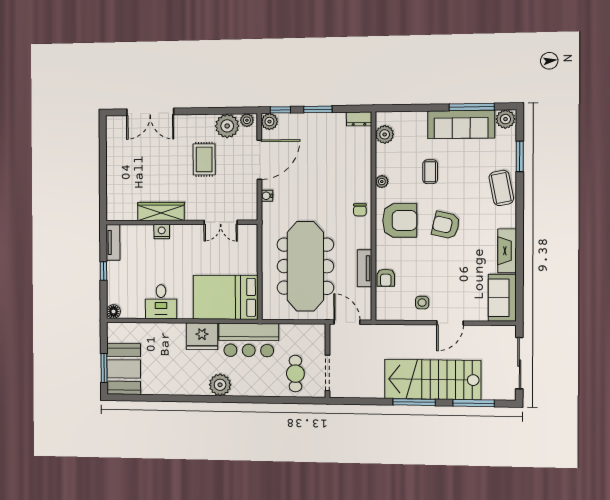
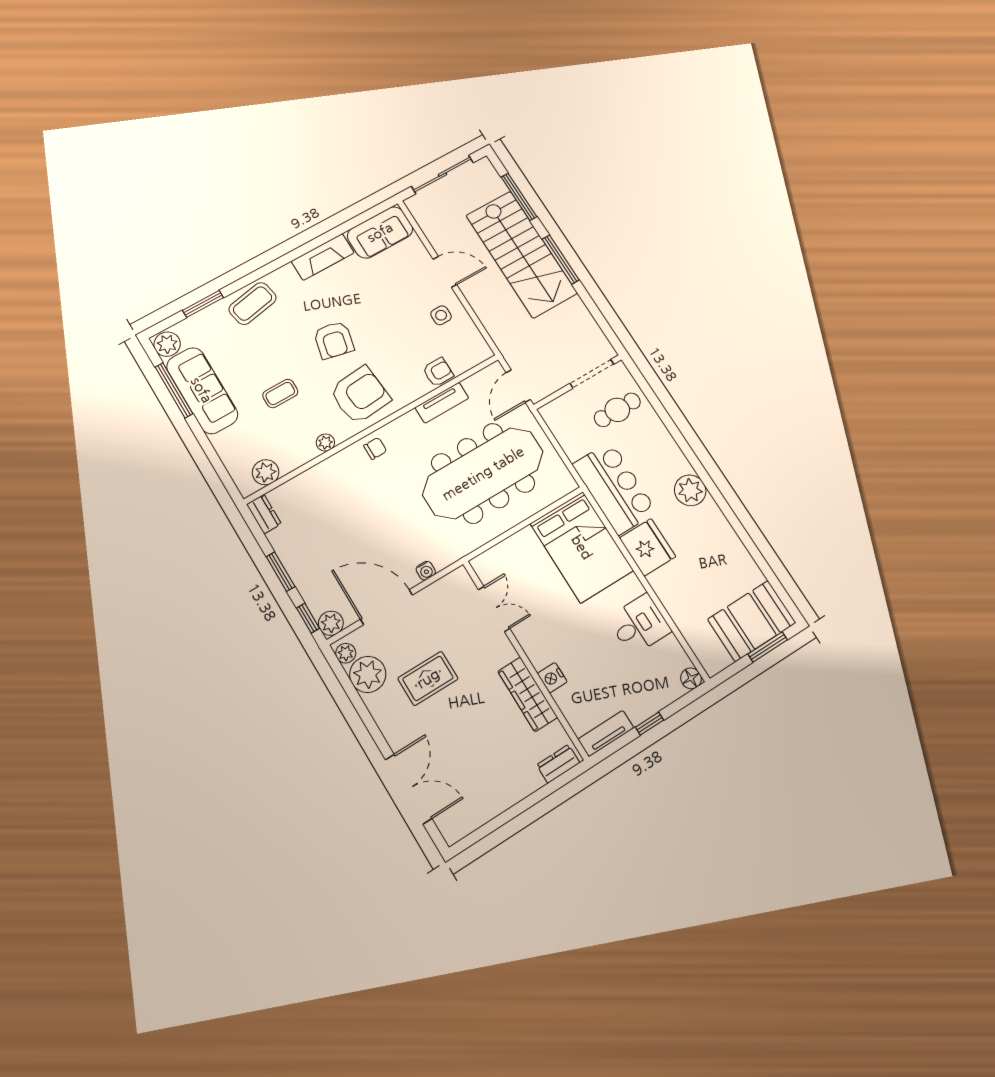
dresser: (113, 205) -> (558, 764), added
armchair: (400, 220) -> (360, 395), turned 85

